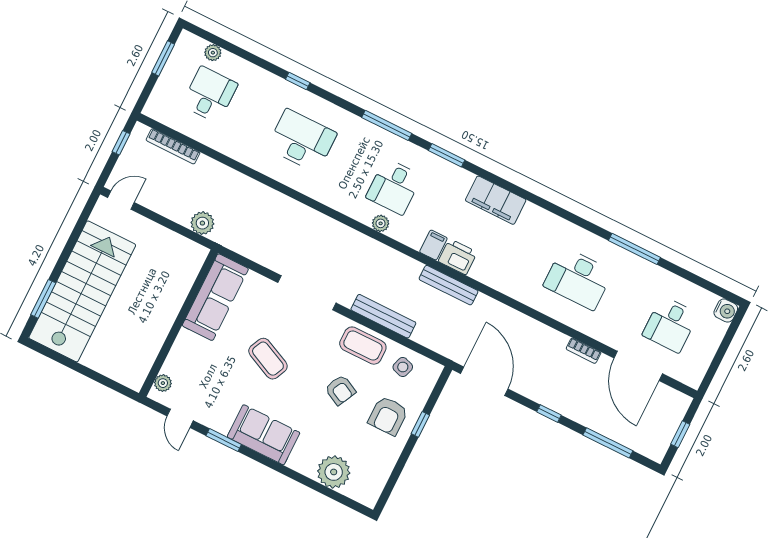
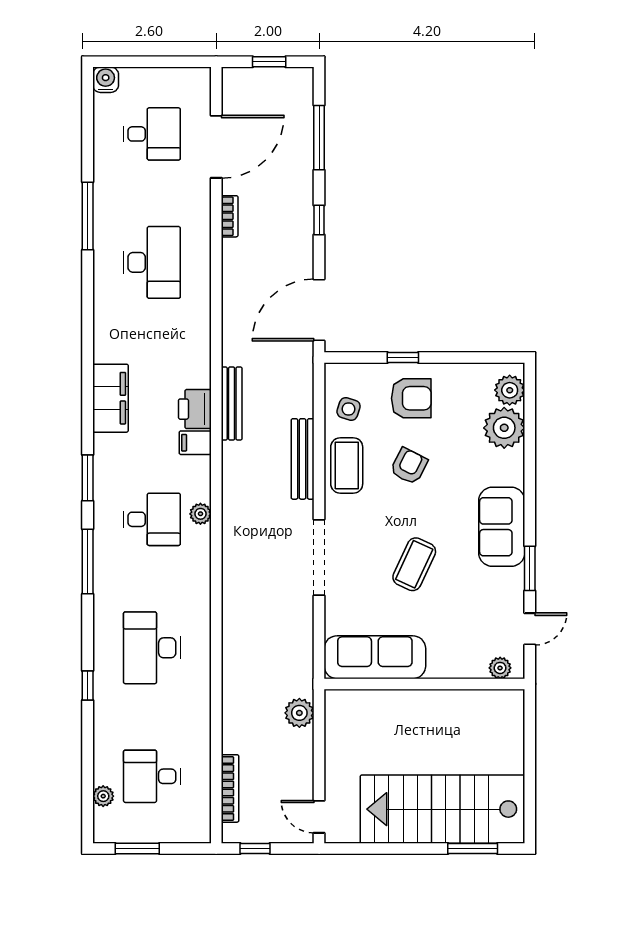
plant: (359, 489) -> (510, 390), added

